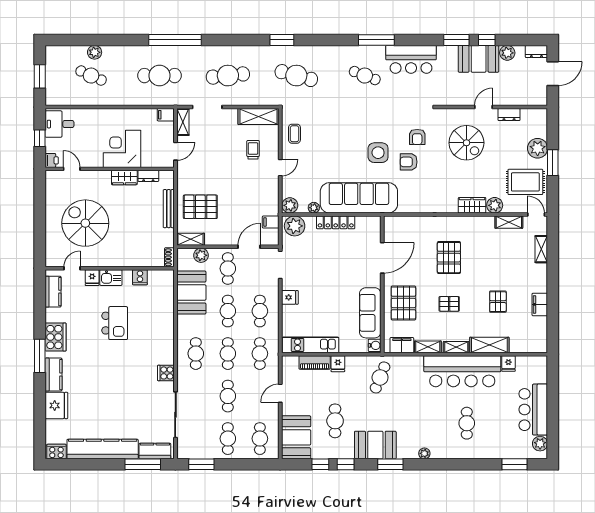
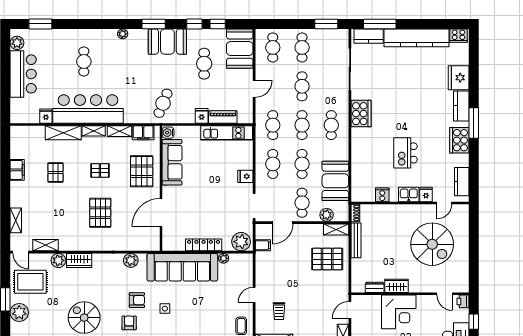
side table: (378, 153) -> (165, 309), width x0.54, depth x0.54
plant: (290, 205) -> (131, 260), moved
bench: (169, 209) -> (356, 240), moved
cooker: (166, 373) -> (361, 114), width x1.87, depth x1.31

